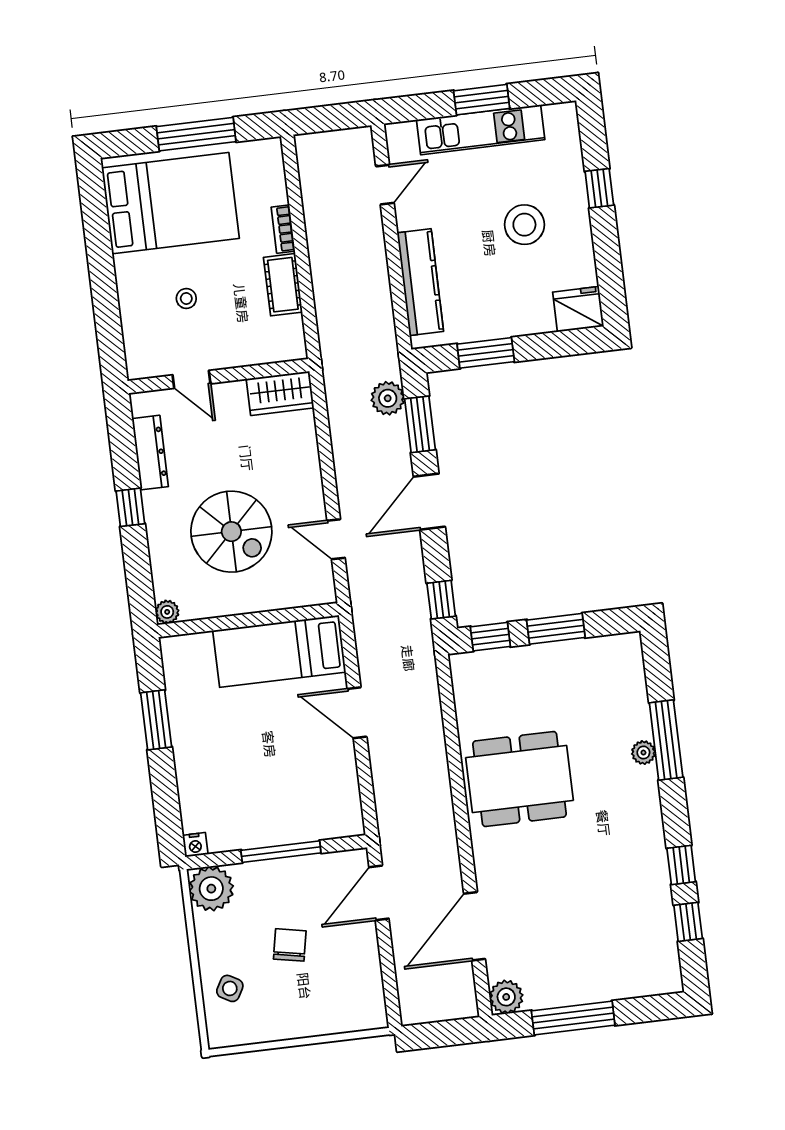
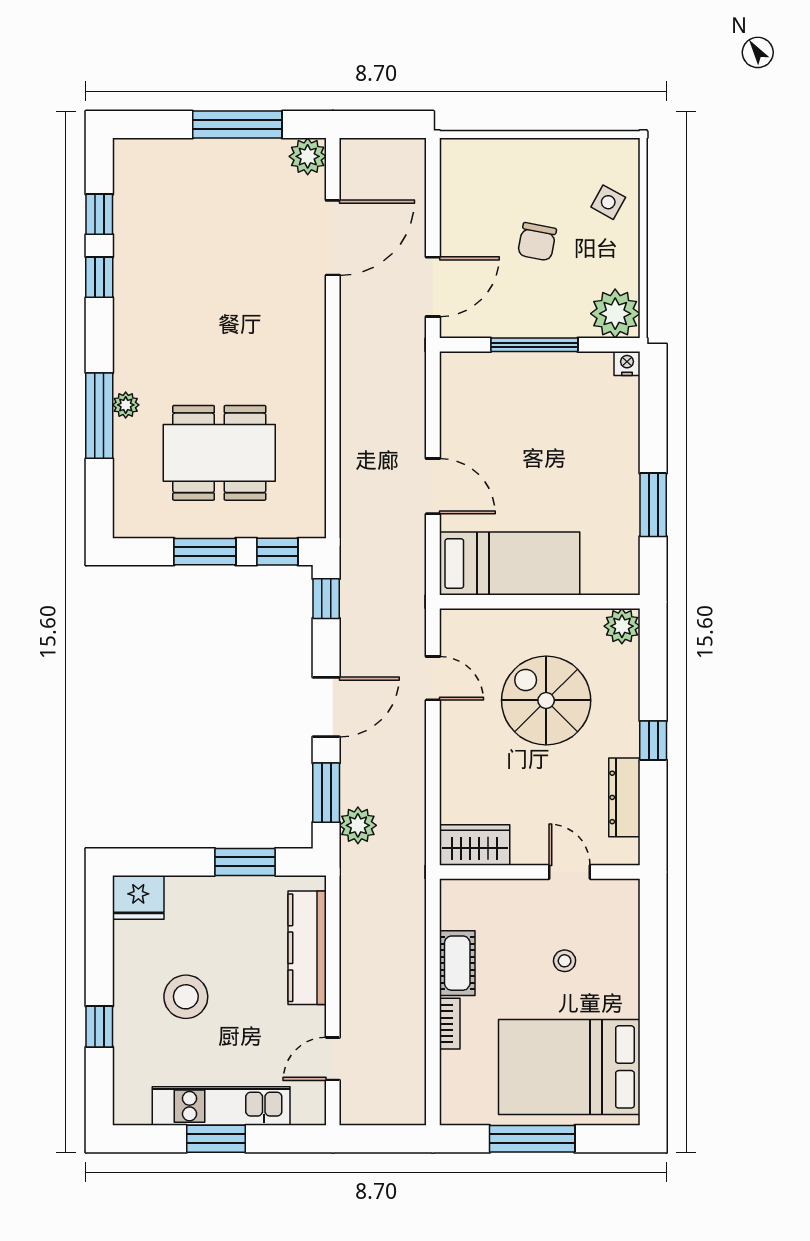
plant: (167, 612) -> (622, 626), width x1.38, depth x1.38
dining table: (519, 779) -> (219, 453), moved

